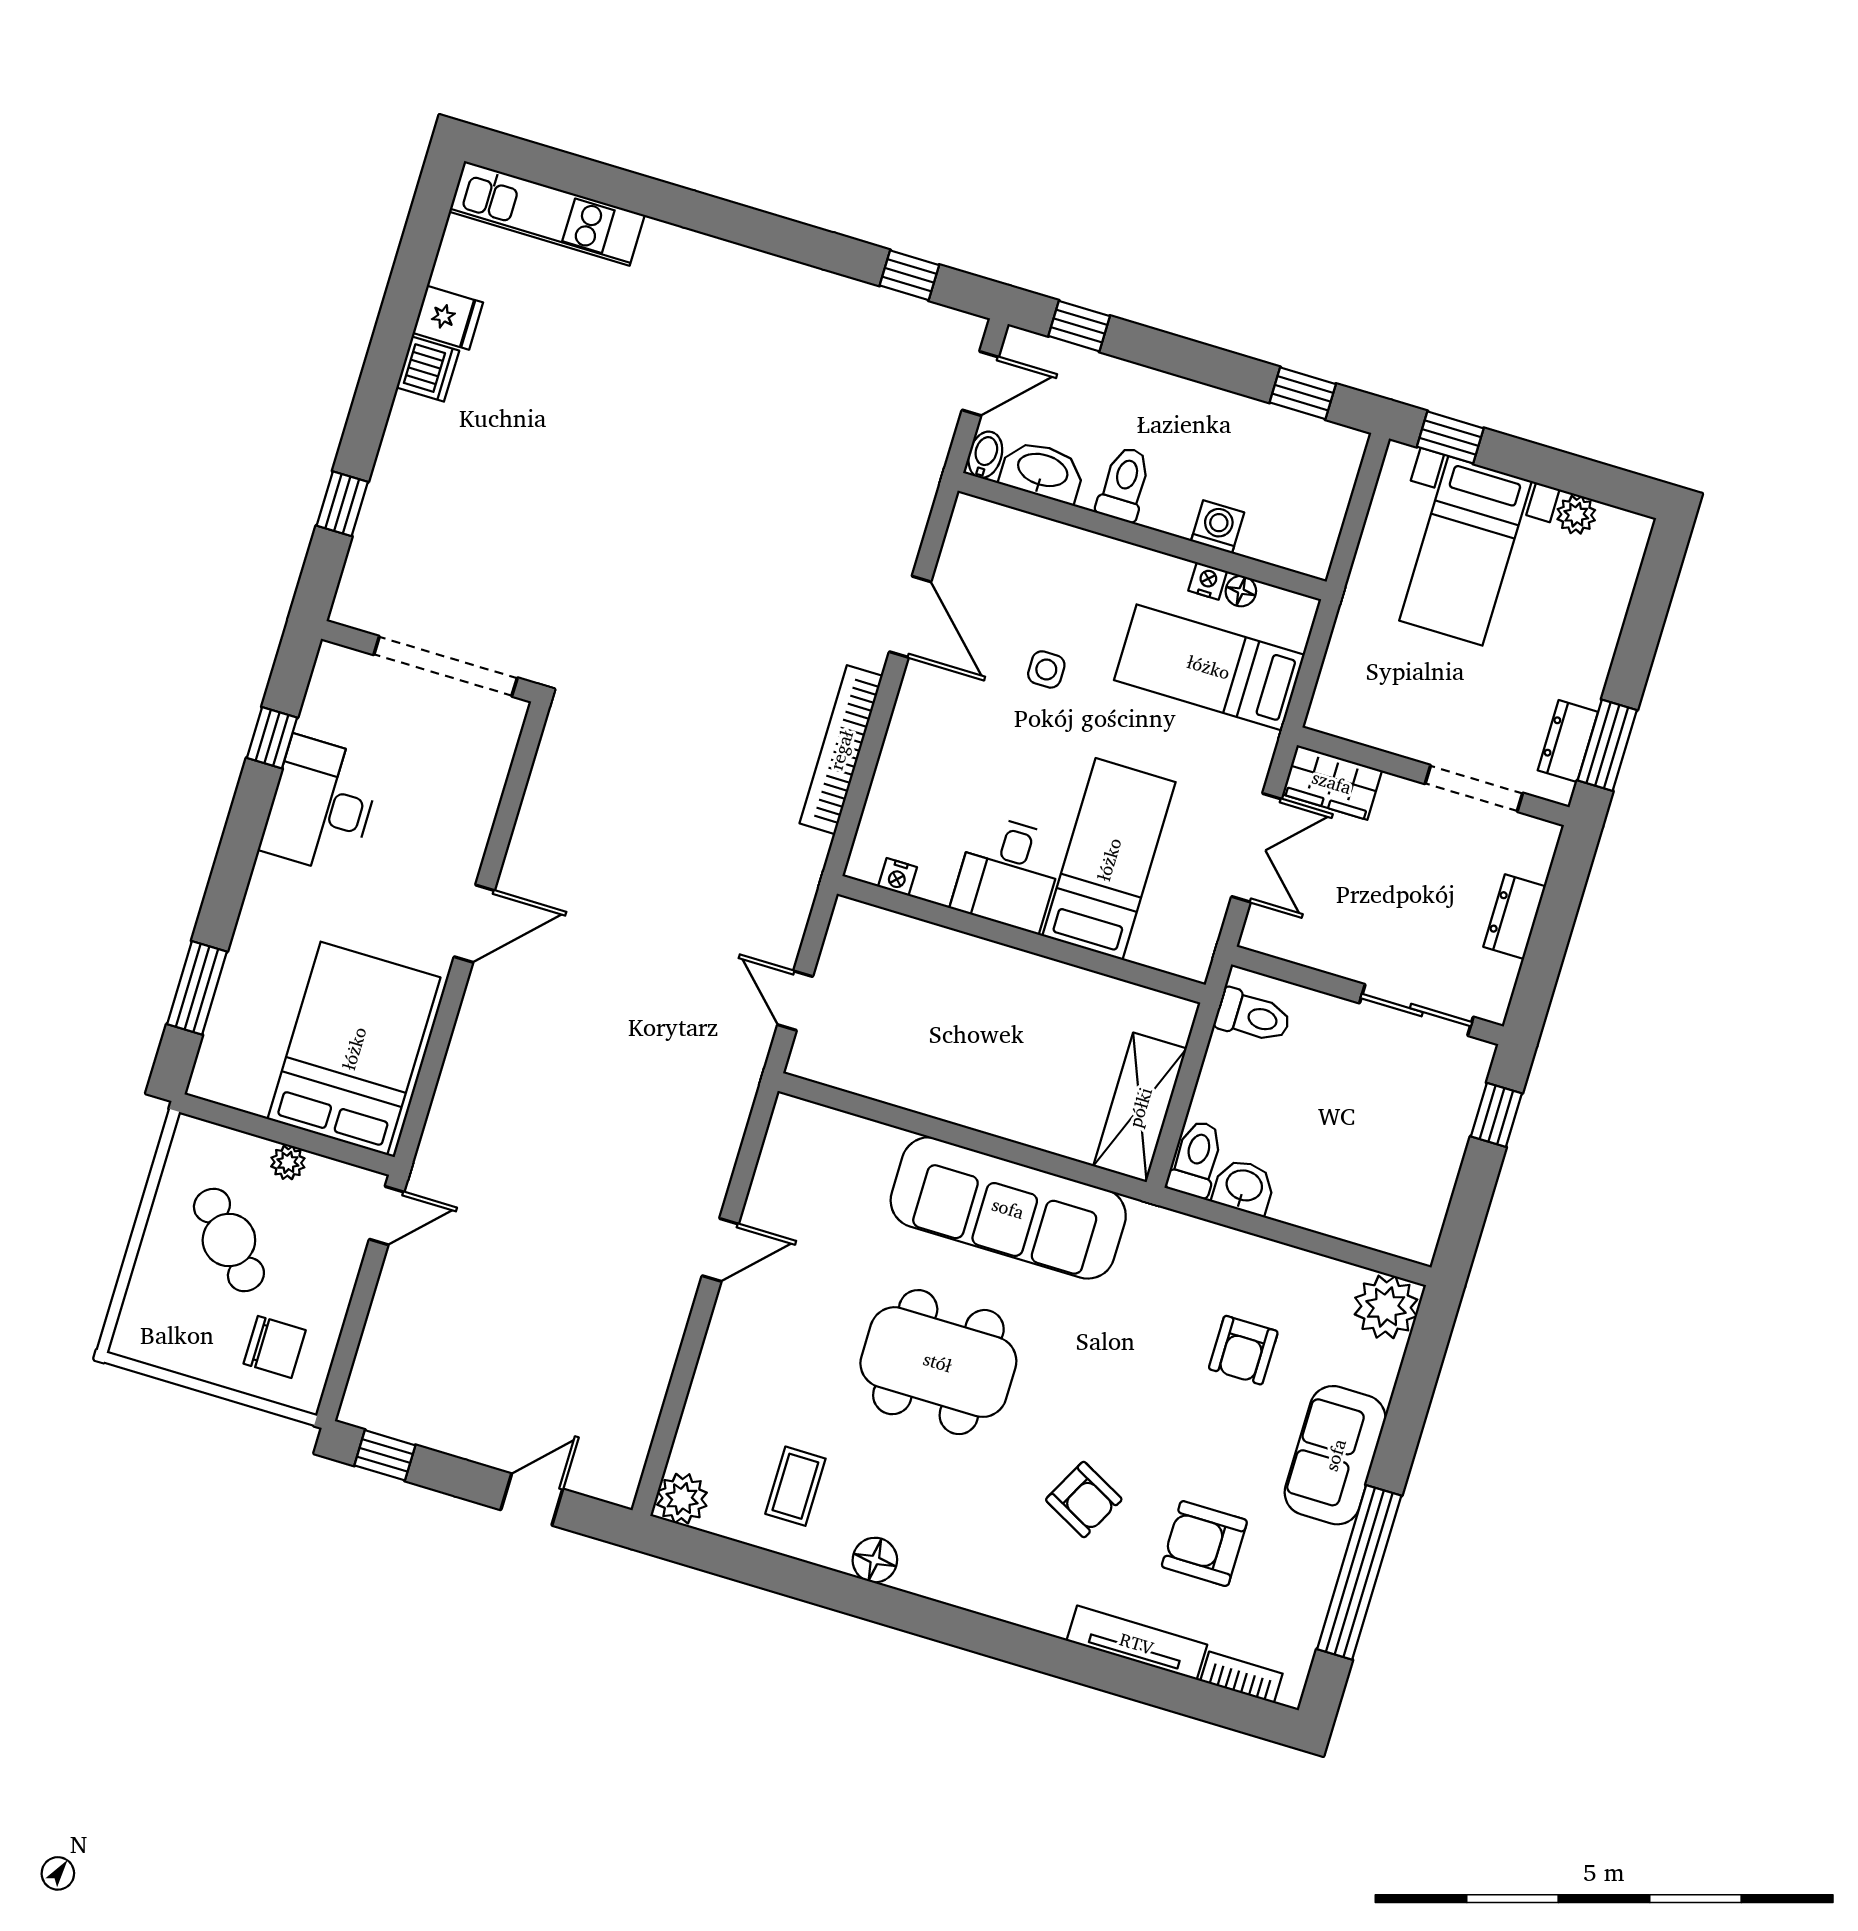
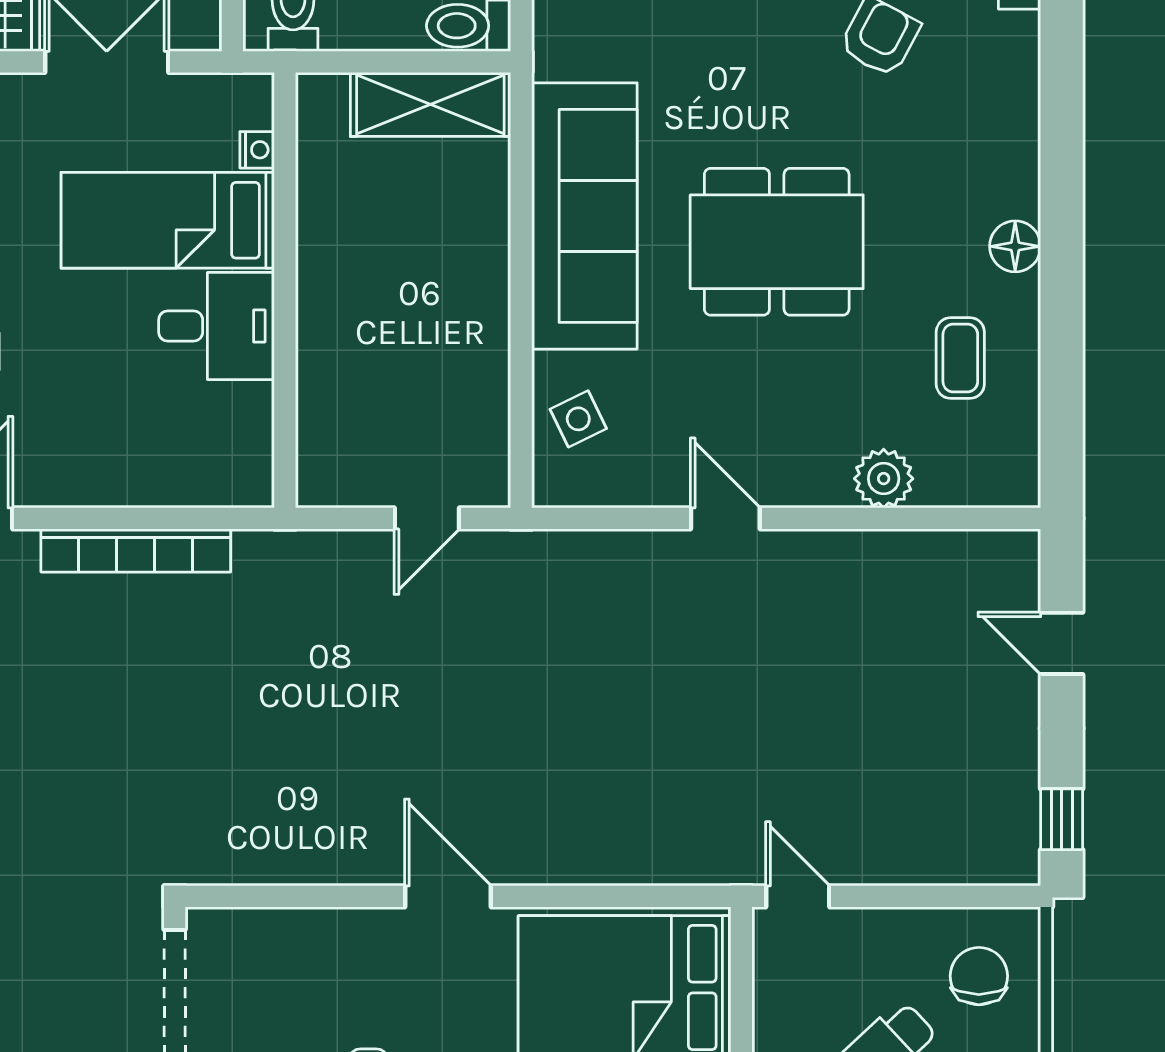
nightstand: (897, 877) -> (257, 150), moved
side table: (840, 1152) -> (578, 419), added
plant: (288, 1162) -> (772, 1022), removed
dining table: (938, 1362) -> (777, 242), turned 90
coffee table: (795, 1486) -> (960, 358), turned 90
plant: (682, 1499) -> (884, 479), moved

